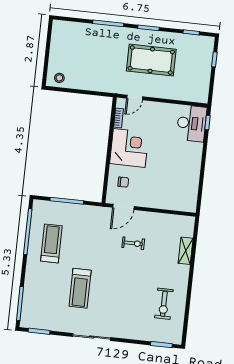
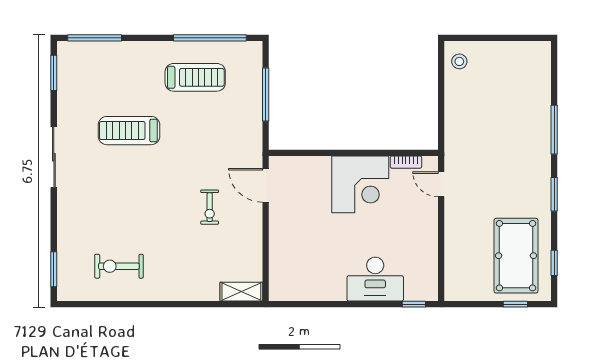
pool table: (151, 60) -> (516, 256), moved
desk: (192, 123) -> (375, 279), moved
chair: (123, 182) -> (305, 181), removed
shelving: (186, 251) -> (241, 292), moved

